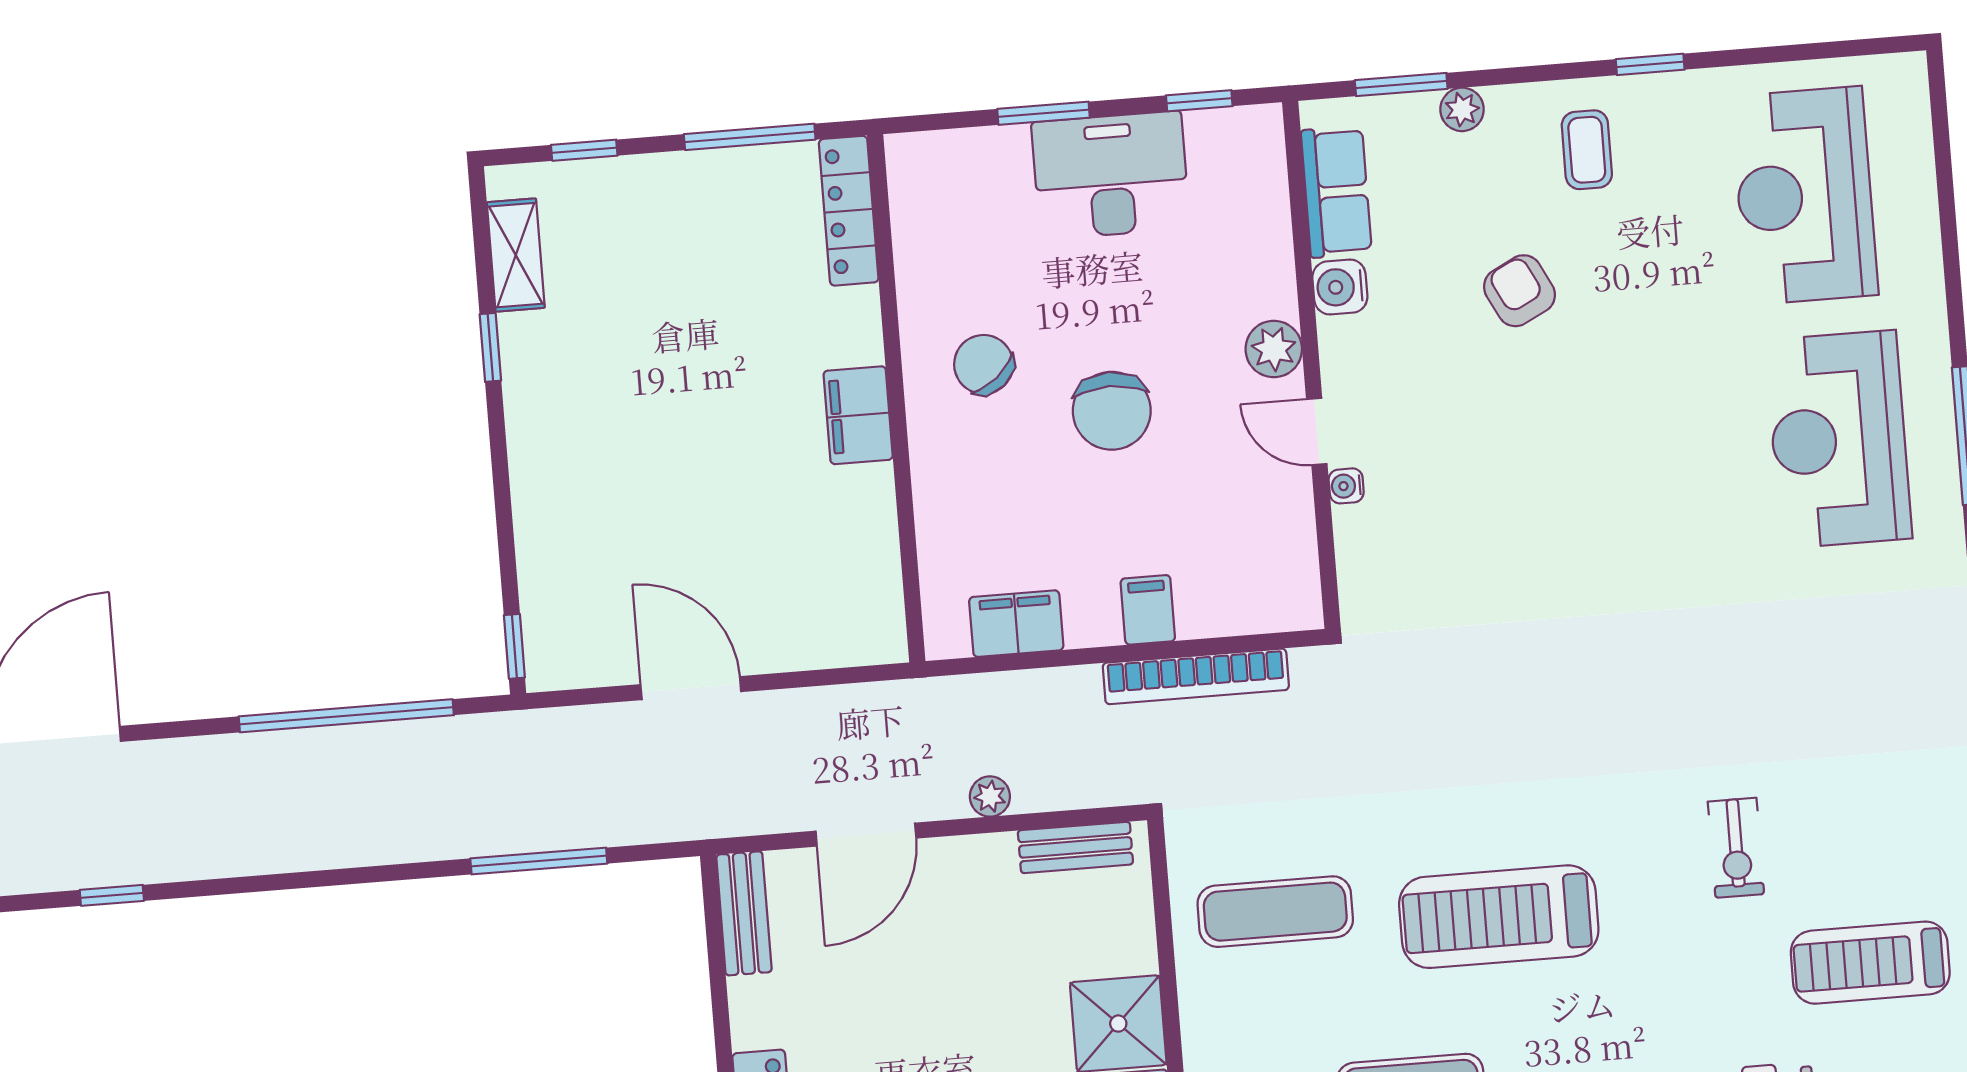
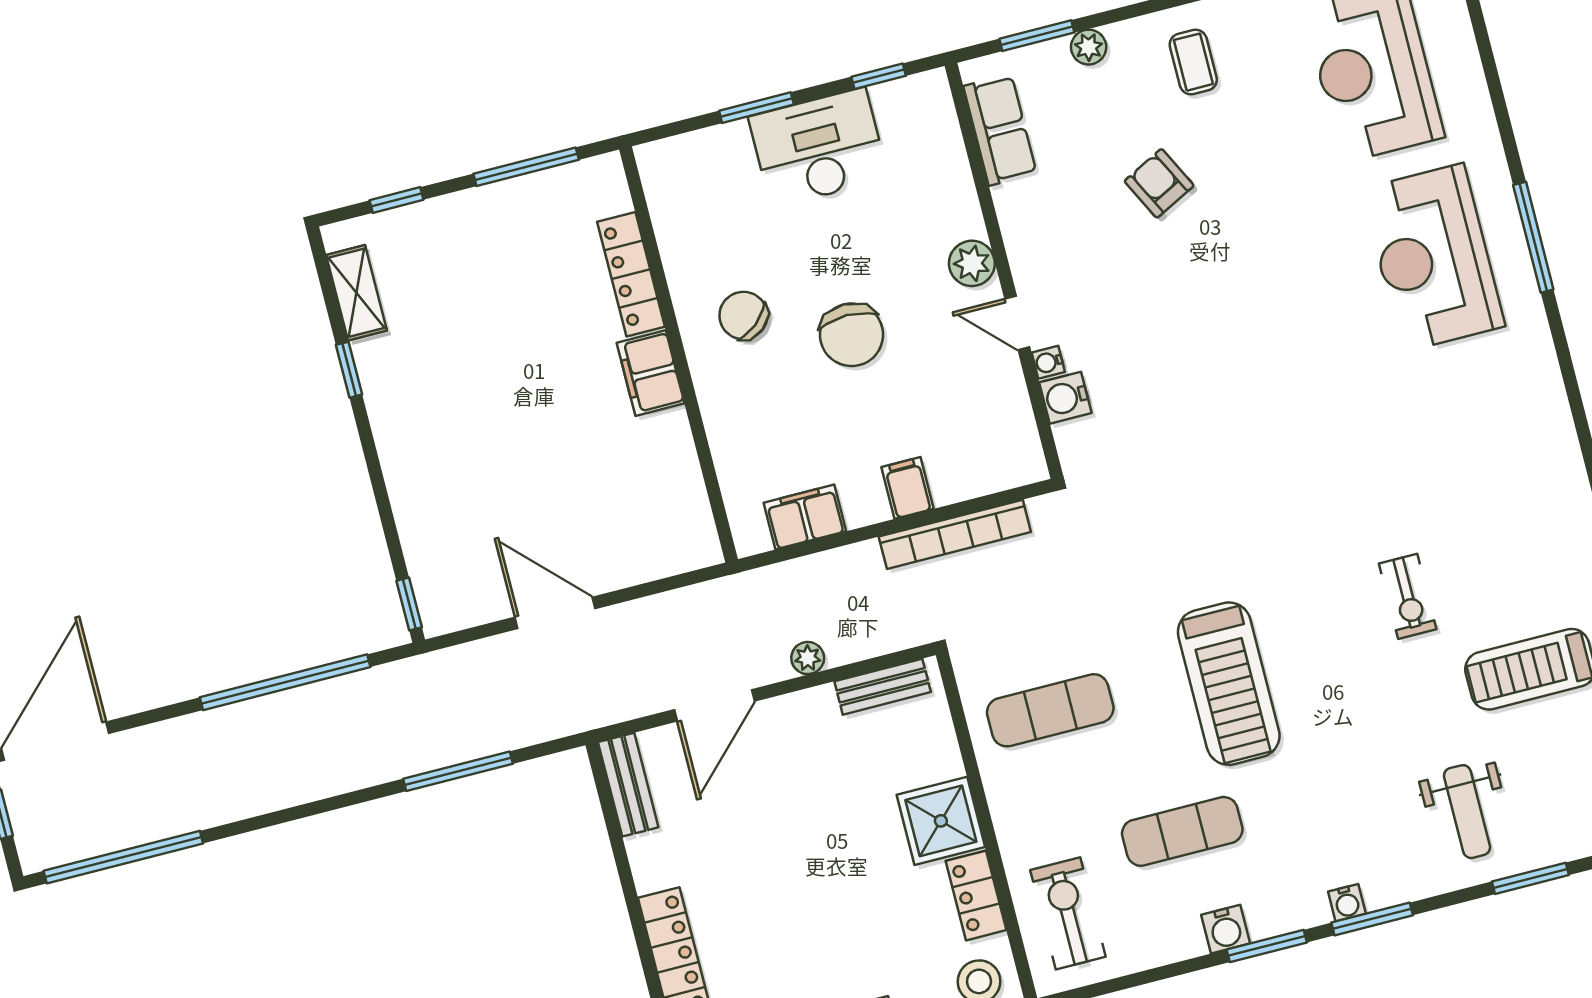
locker: (849, 211) -> (631, 274), moved
water cooler: (1340, 287) -> (1065, 398), moved
window: (112, 895) -> (123, 857), width x3.17
treadmill: (1499, 917) -> (1229, 684), turned -90

